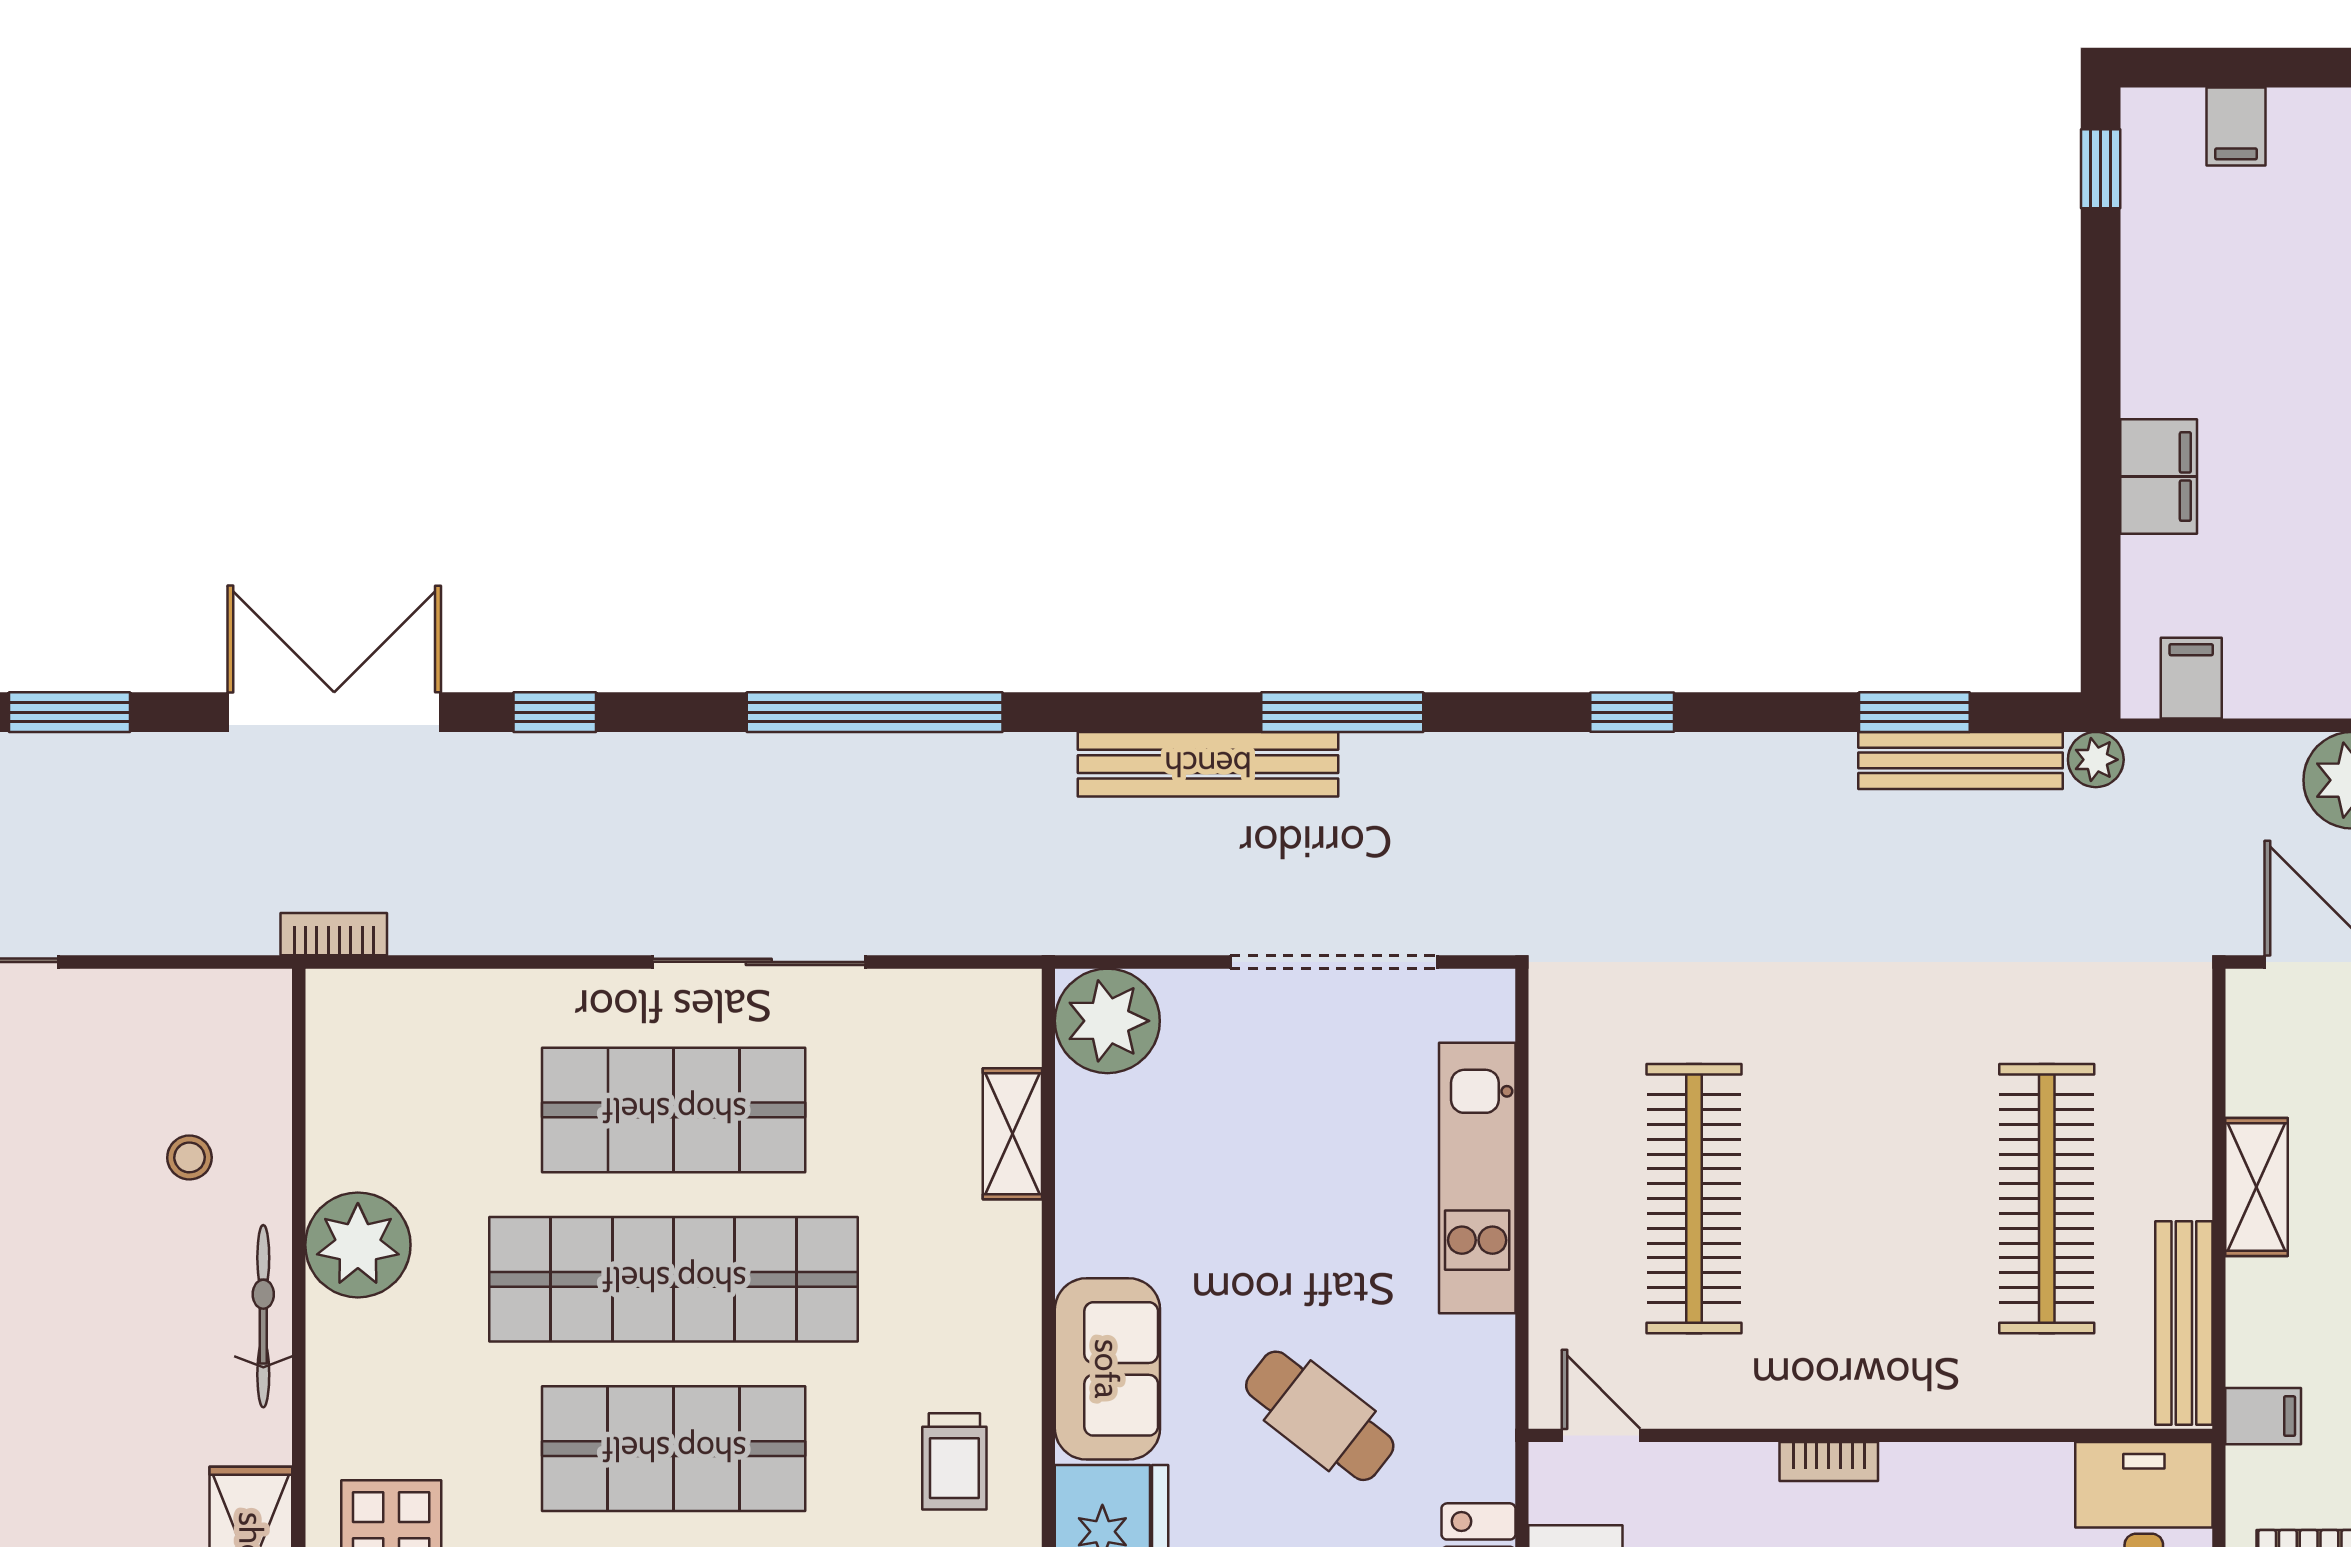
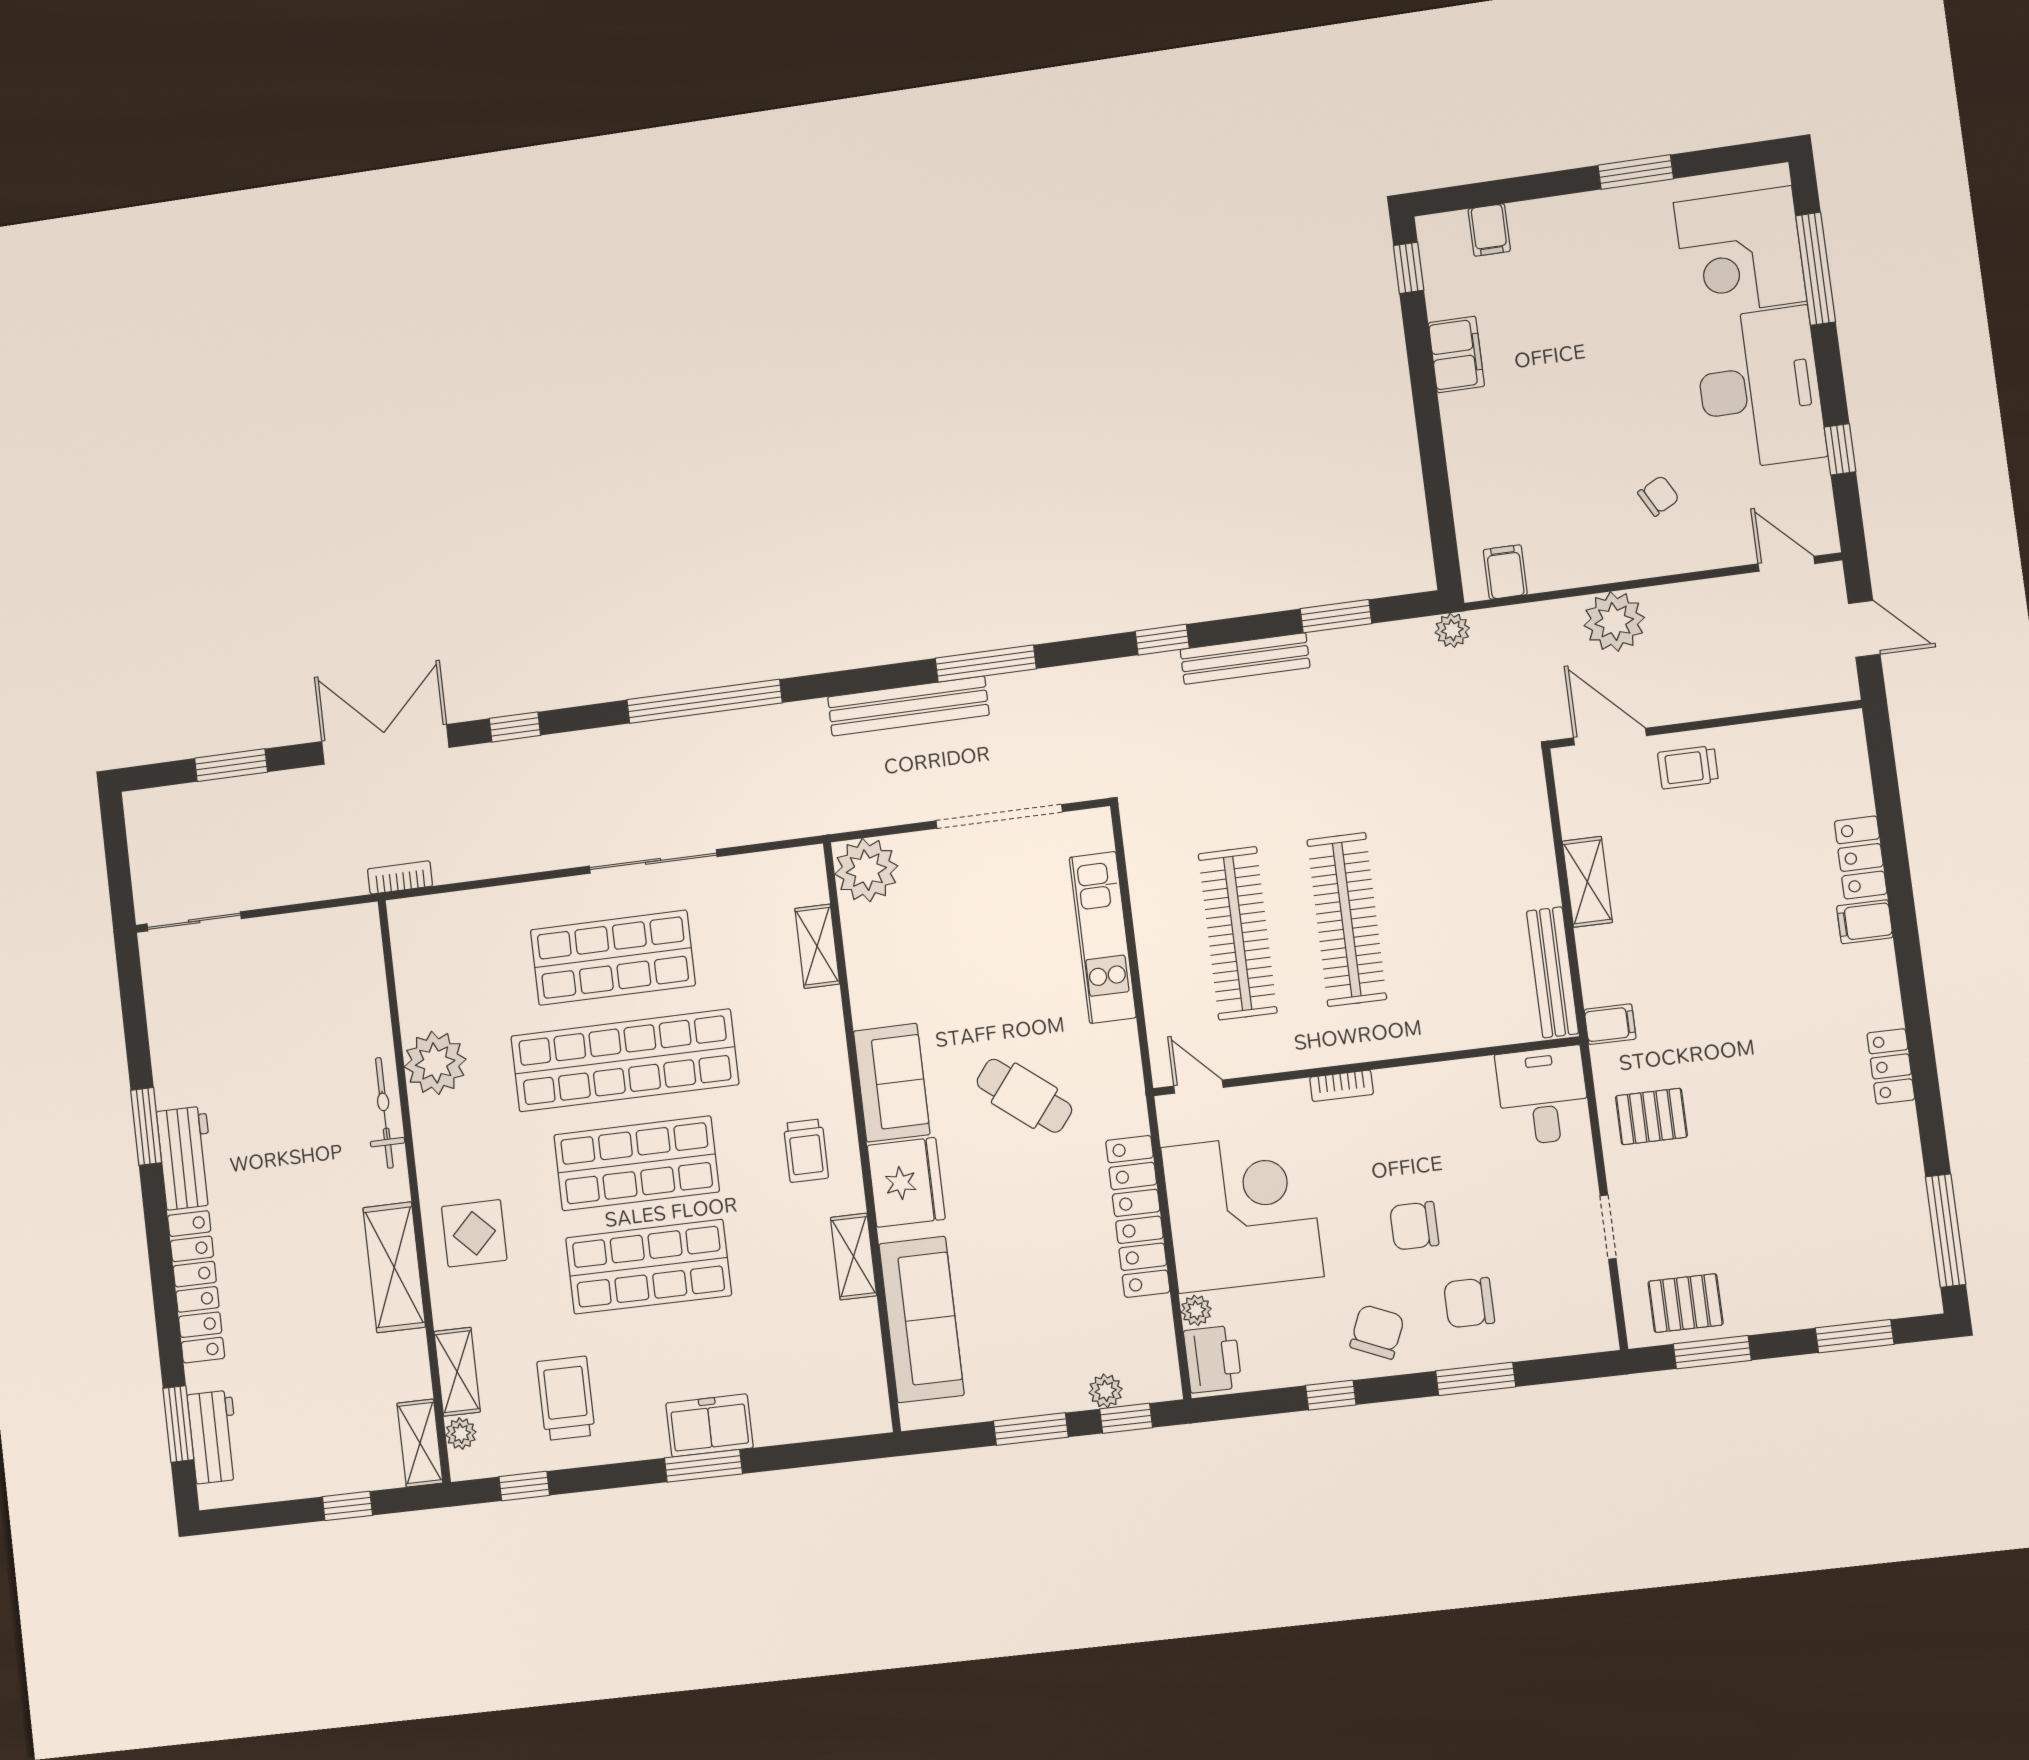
filing cabinet: (2159, 476) -> (1456, 354), moved
bench: (1961, 760) -> (1245, 659), moved
stool: (189, 1157) -> (330, 1023), removed
clothes rail: (2047, 1199) -> (1347, 920), moved

